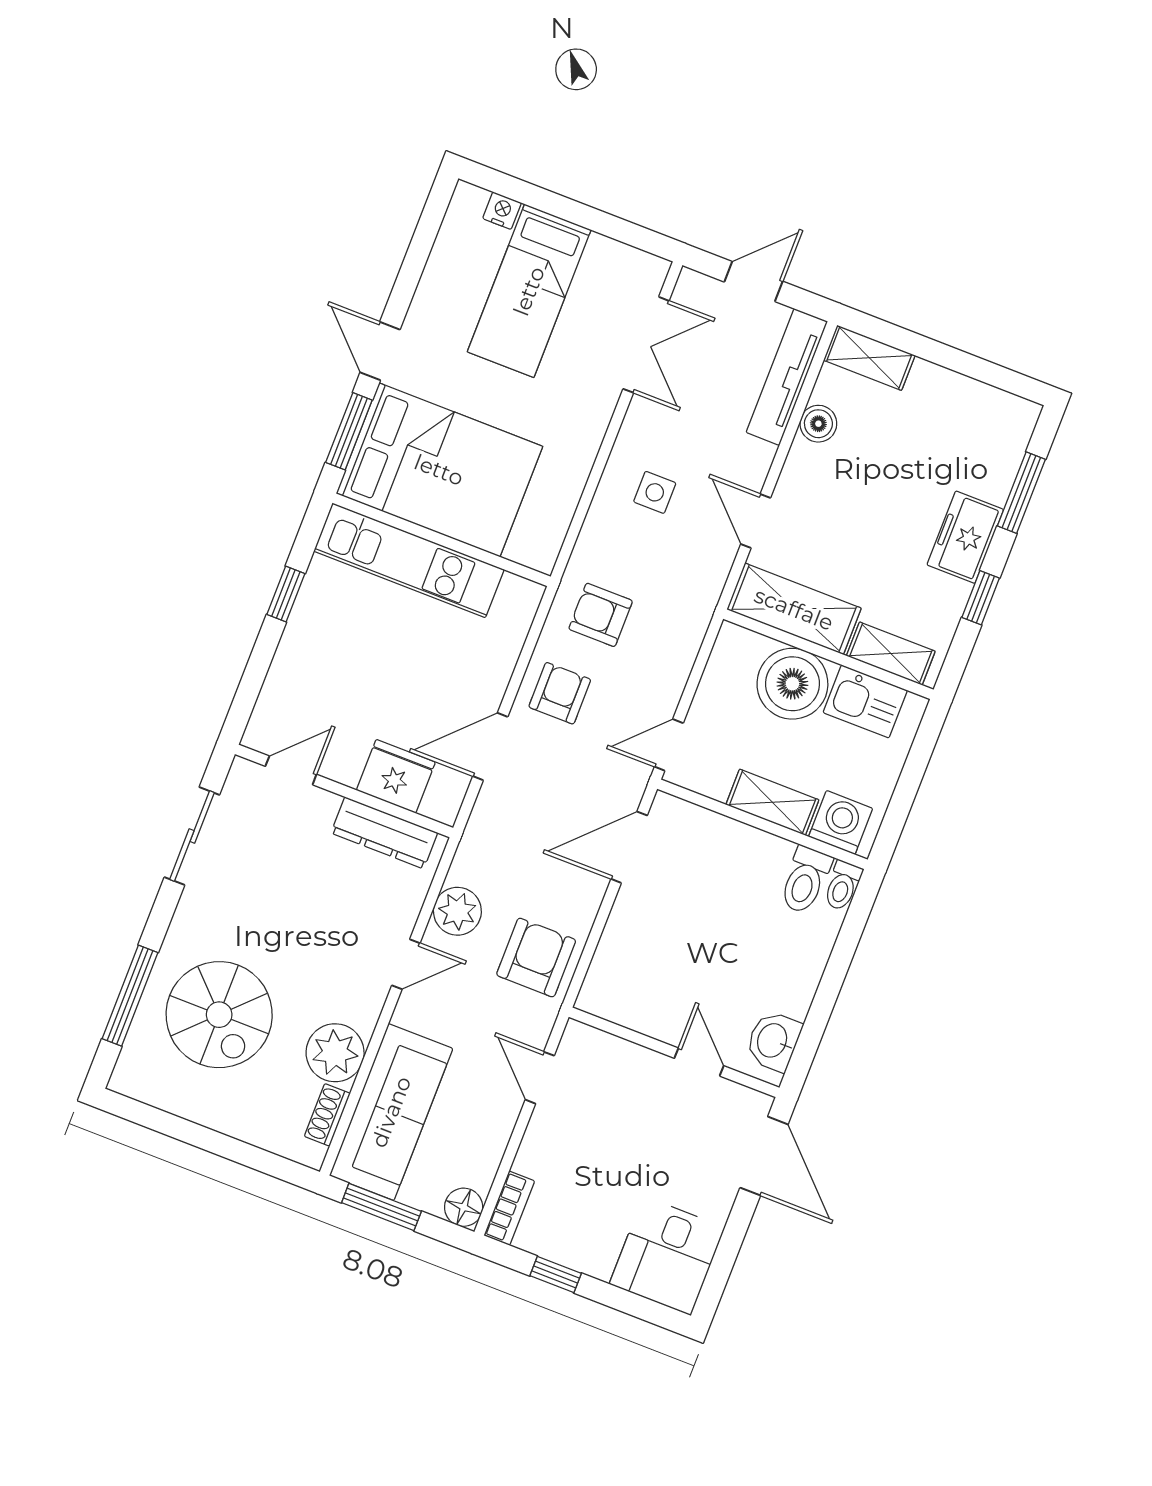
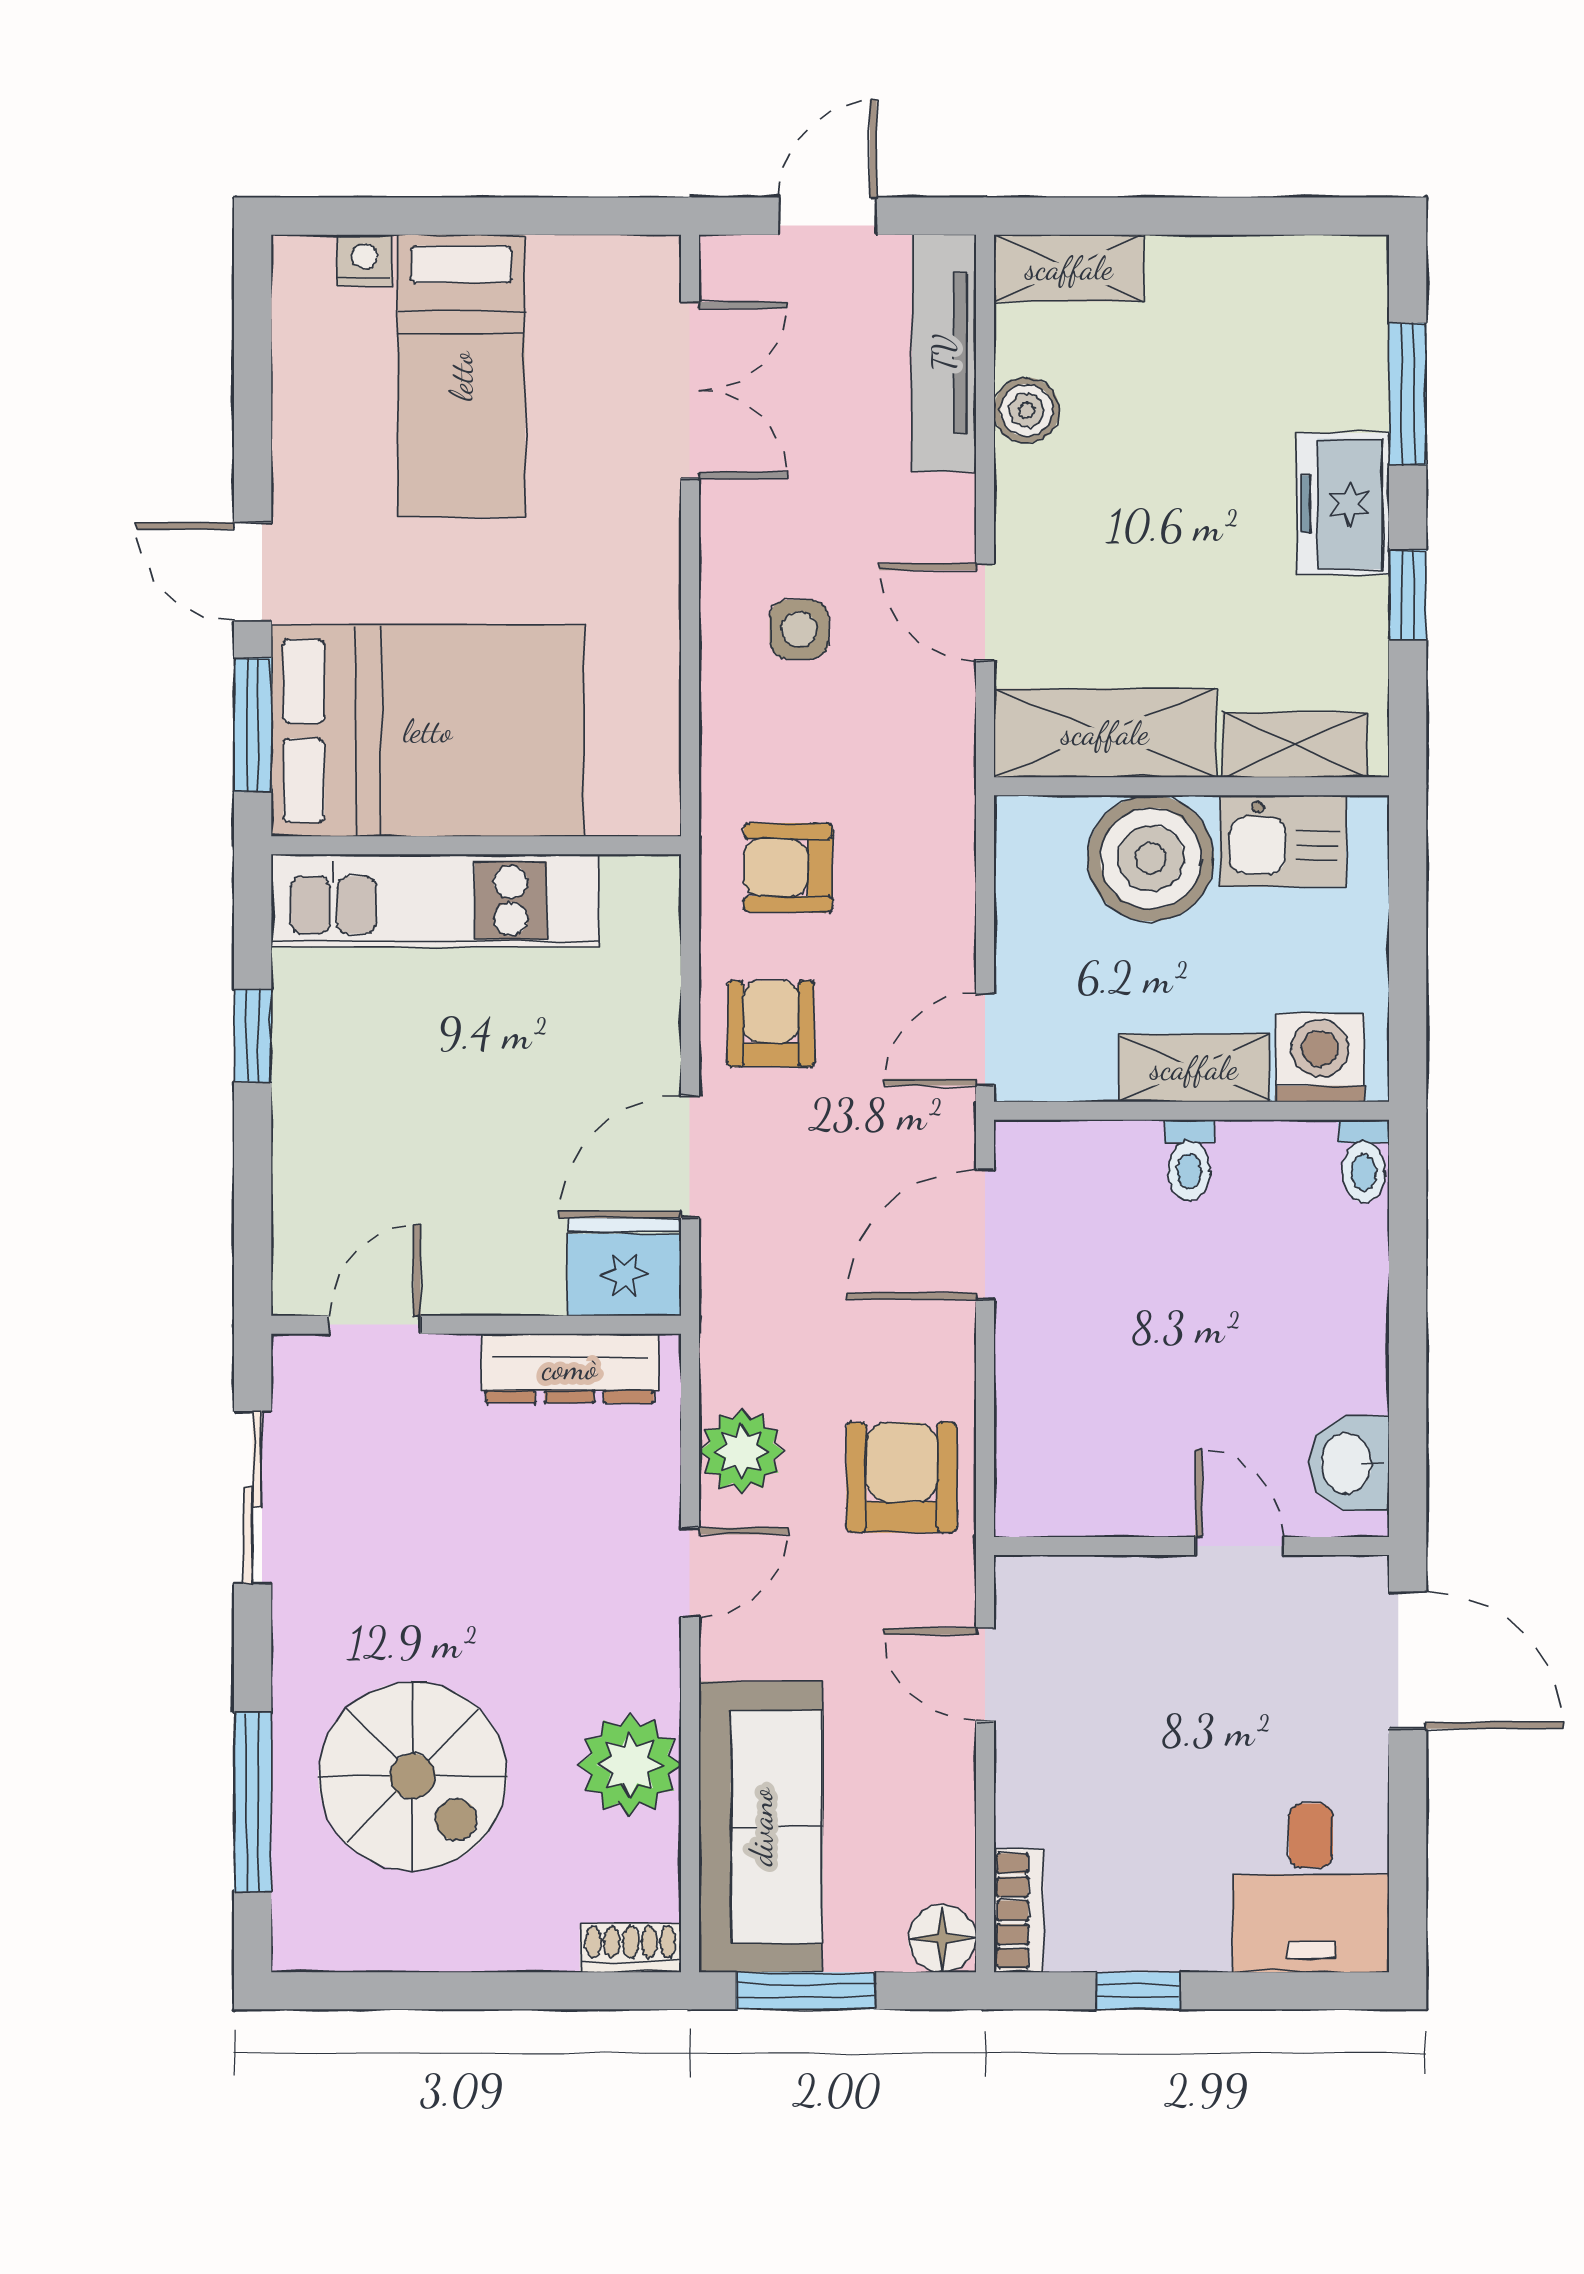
fridge: (396, 776) -> (624, 1267), moved
toilet: (805, 880) -> (1189, 1160), moved, width x0.73, depth x0.72
shoe rack: (327, 1115) -> (631, 1948), moved, turned 90

